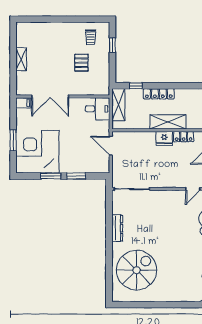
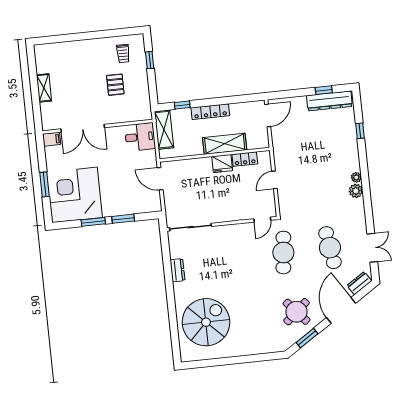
dresser: (117, 228) -> (177, 270), width x0.70

